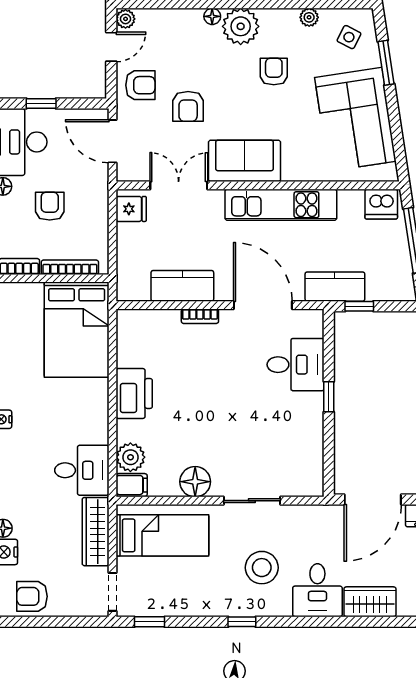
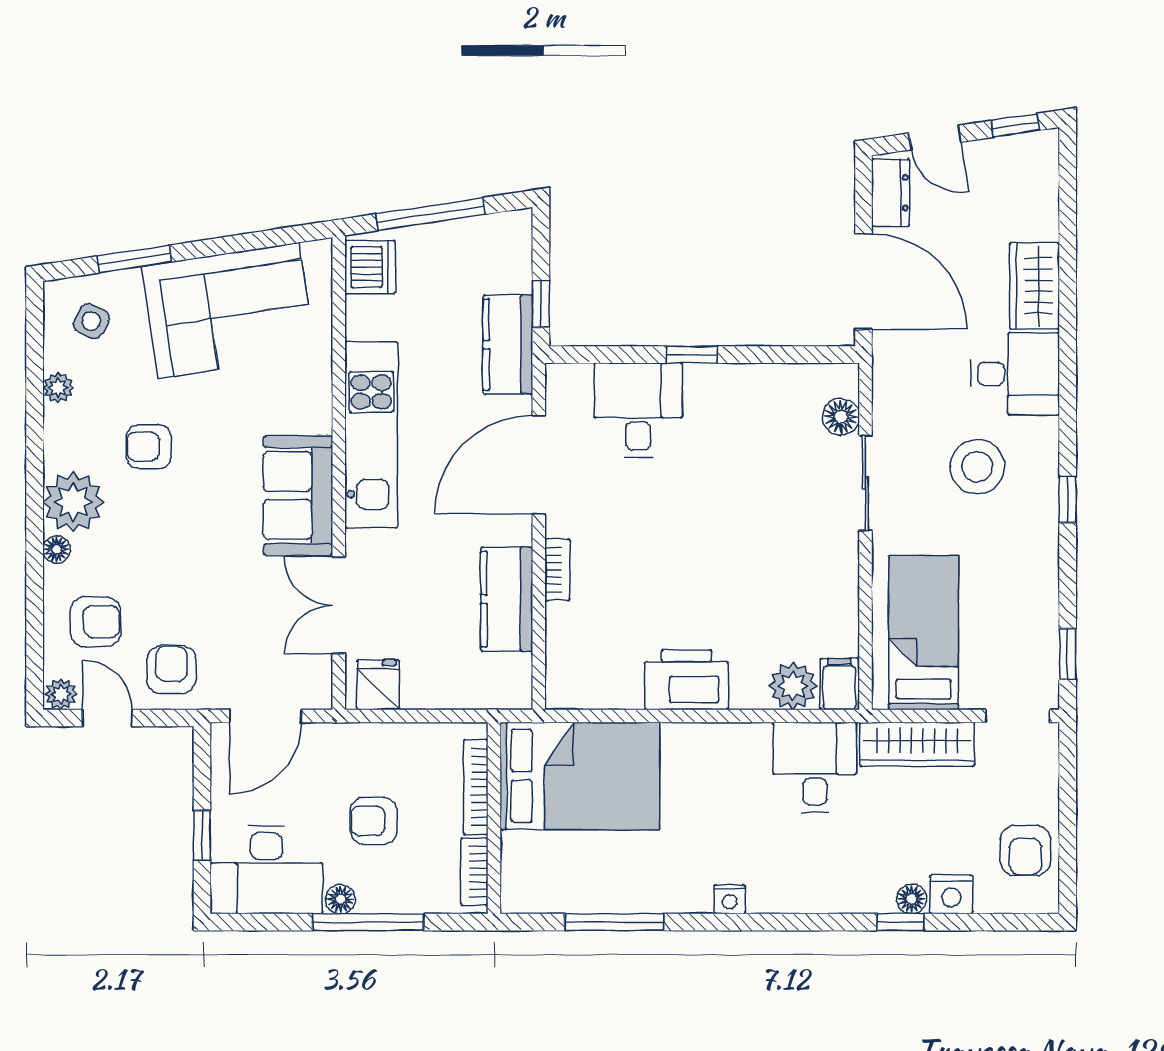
armchair: (188, 106) -> (96, 622), moved
floor lamp: (195, 482) -> (841, 417), moved, width x0.73, depth x0.73

